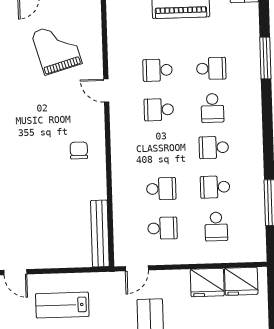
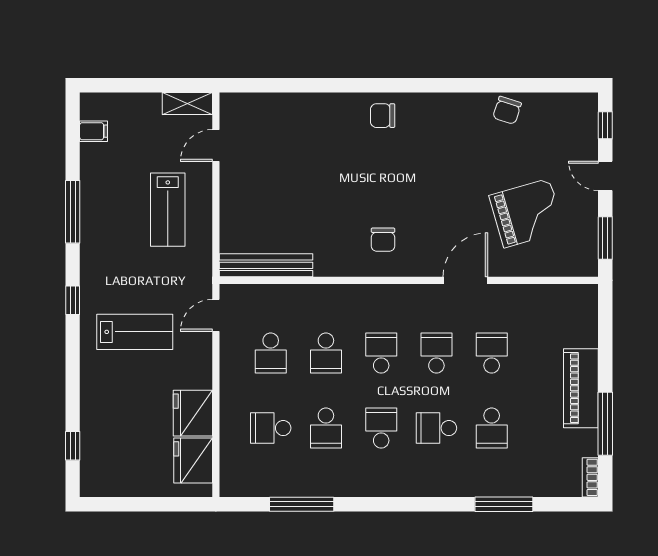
door: (106, 91) -> (465, 280), width x1.38
school desk: (160, 149) -> (381, 353), added
chair: (79, 150) -> (383, 240), turned 90
school desk: (215, 187) -> (326, 428), turned 180
door: (137, 268) -> (216, 315), hinge flipped
lab bench: (62, 305) -> (168, 210), turned 180

